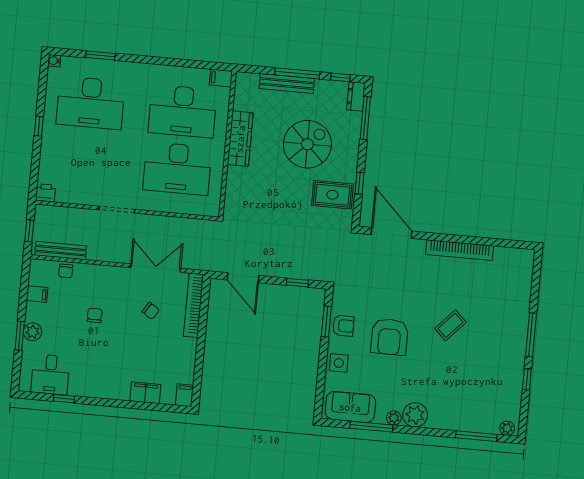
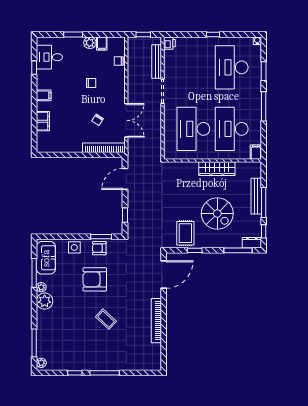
window: (153, 60) -> (264, 106), added
bench: (61, 251) -> (157, 61), moved
armchair: (343, 326) -> (99, 248), turned 90
plant: (33, 332) -> (90, 43), moved
filing cabinet: (184, 395) -> (44, 95), moved

